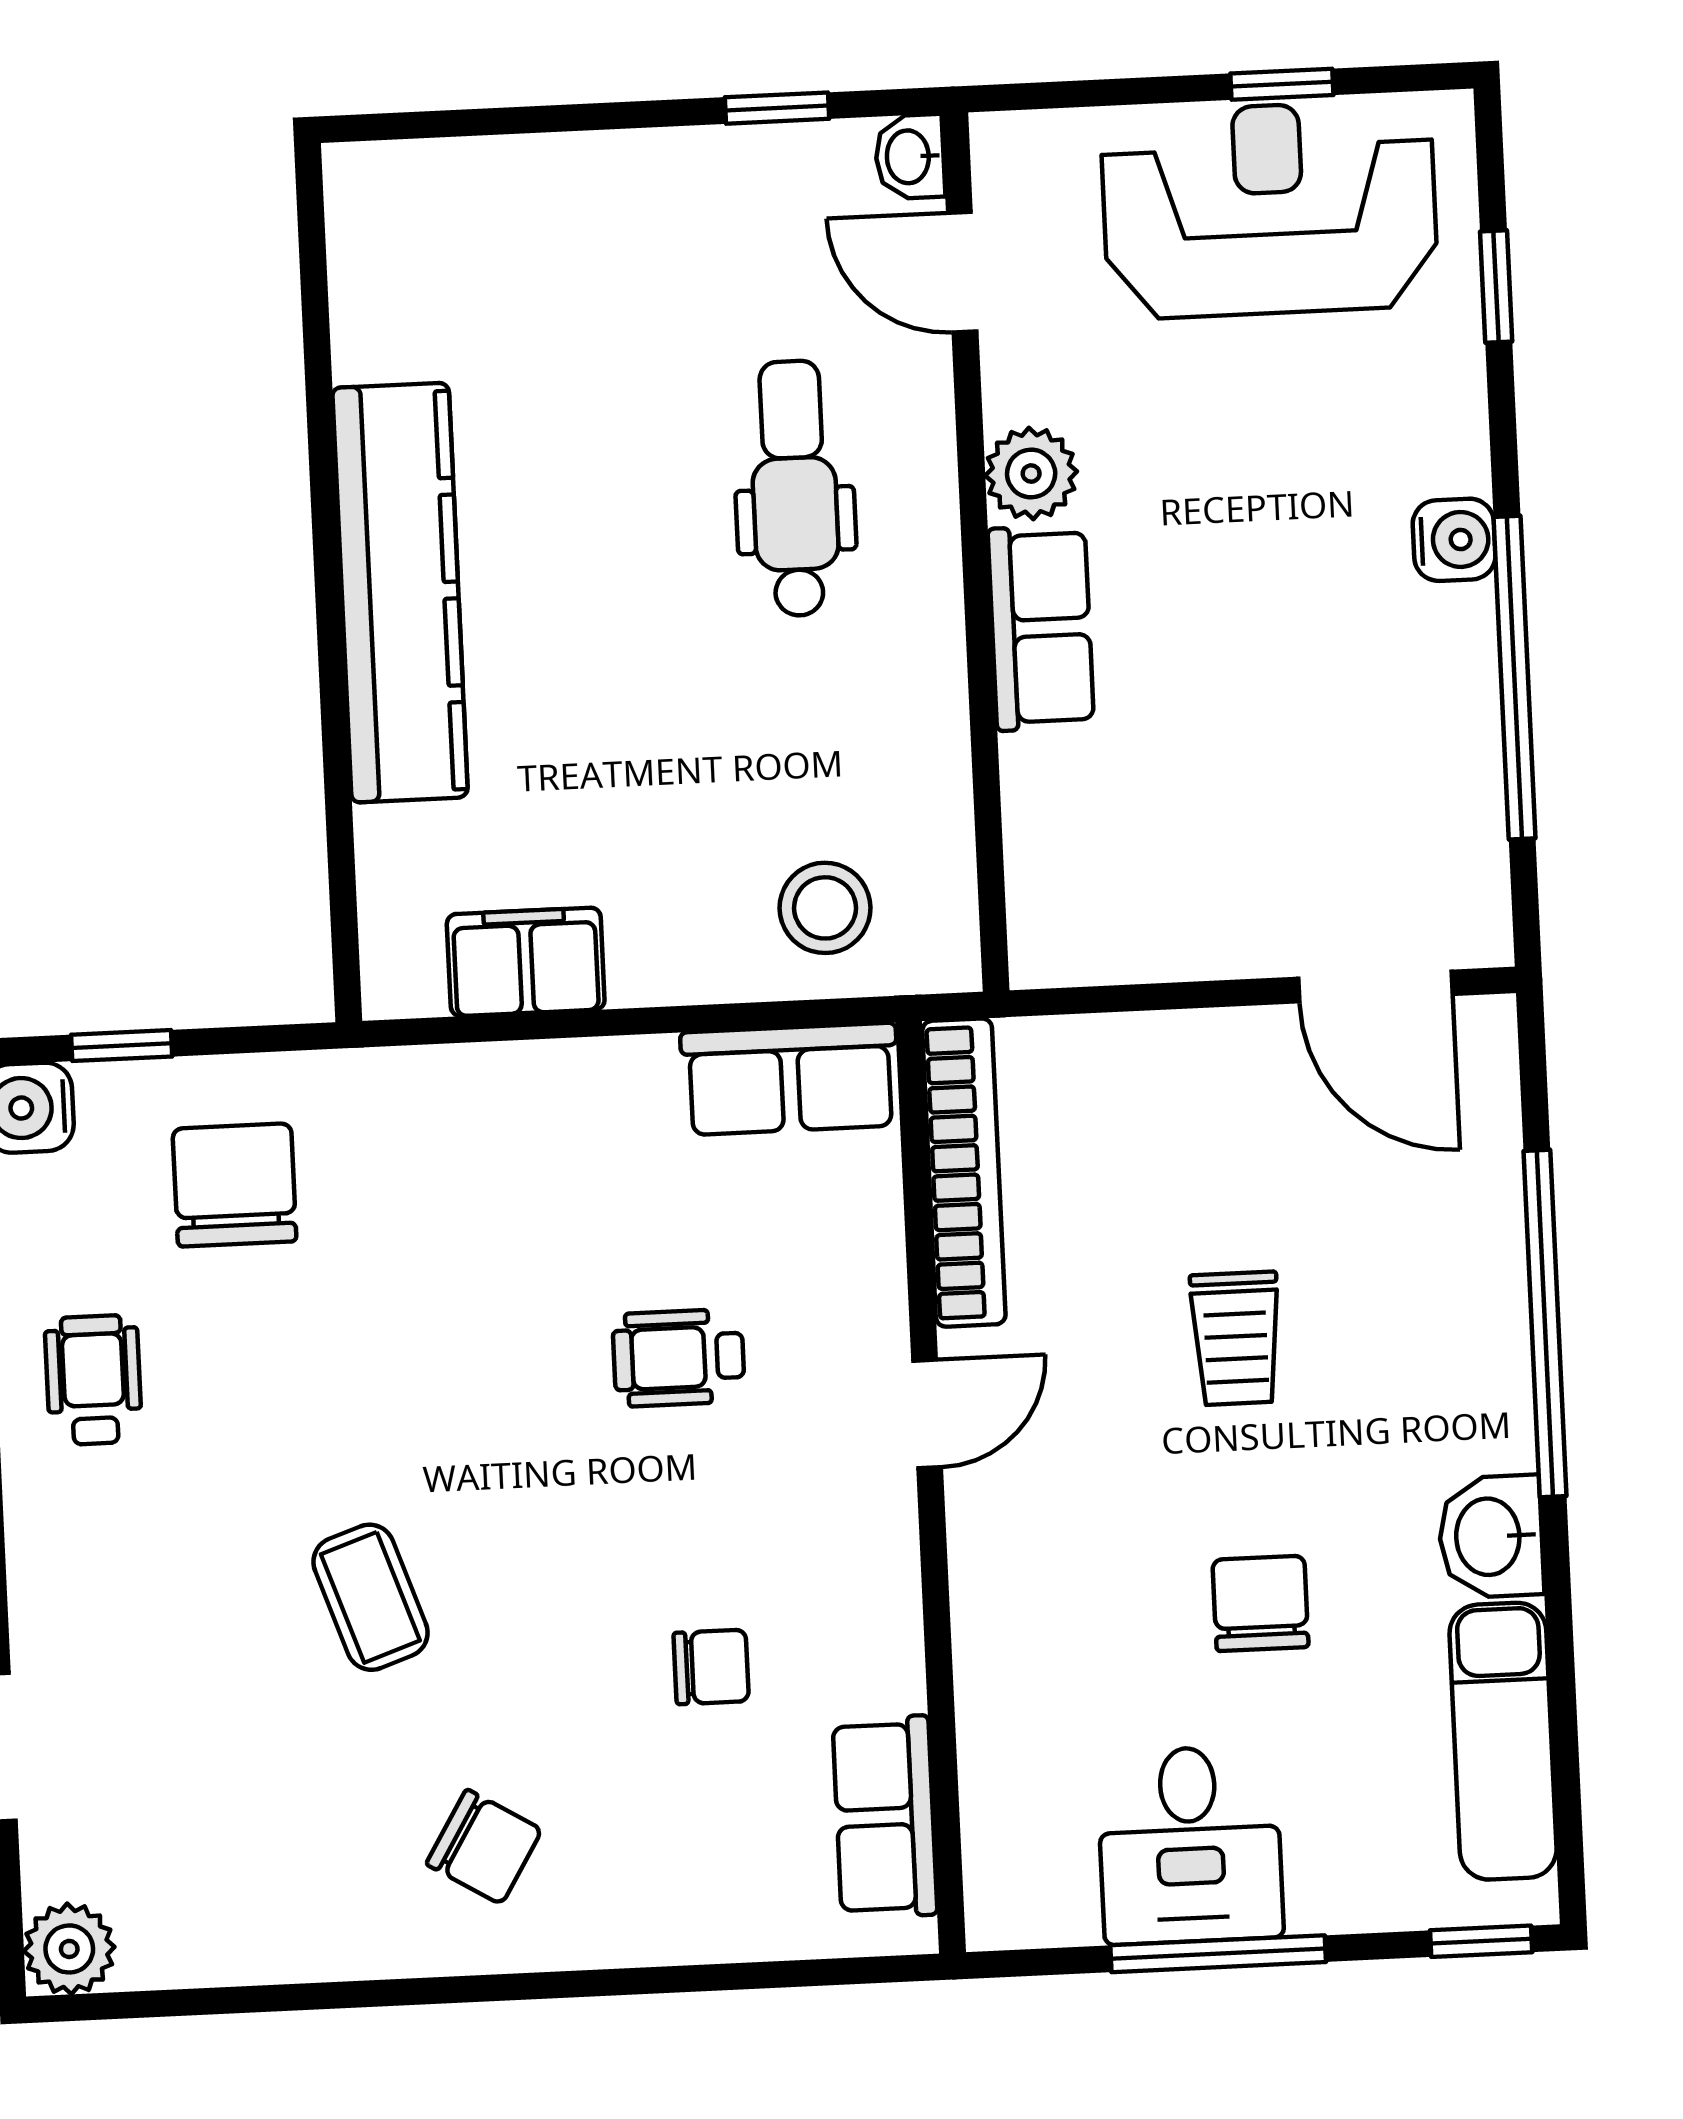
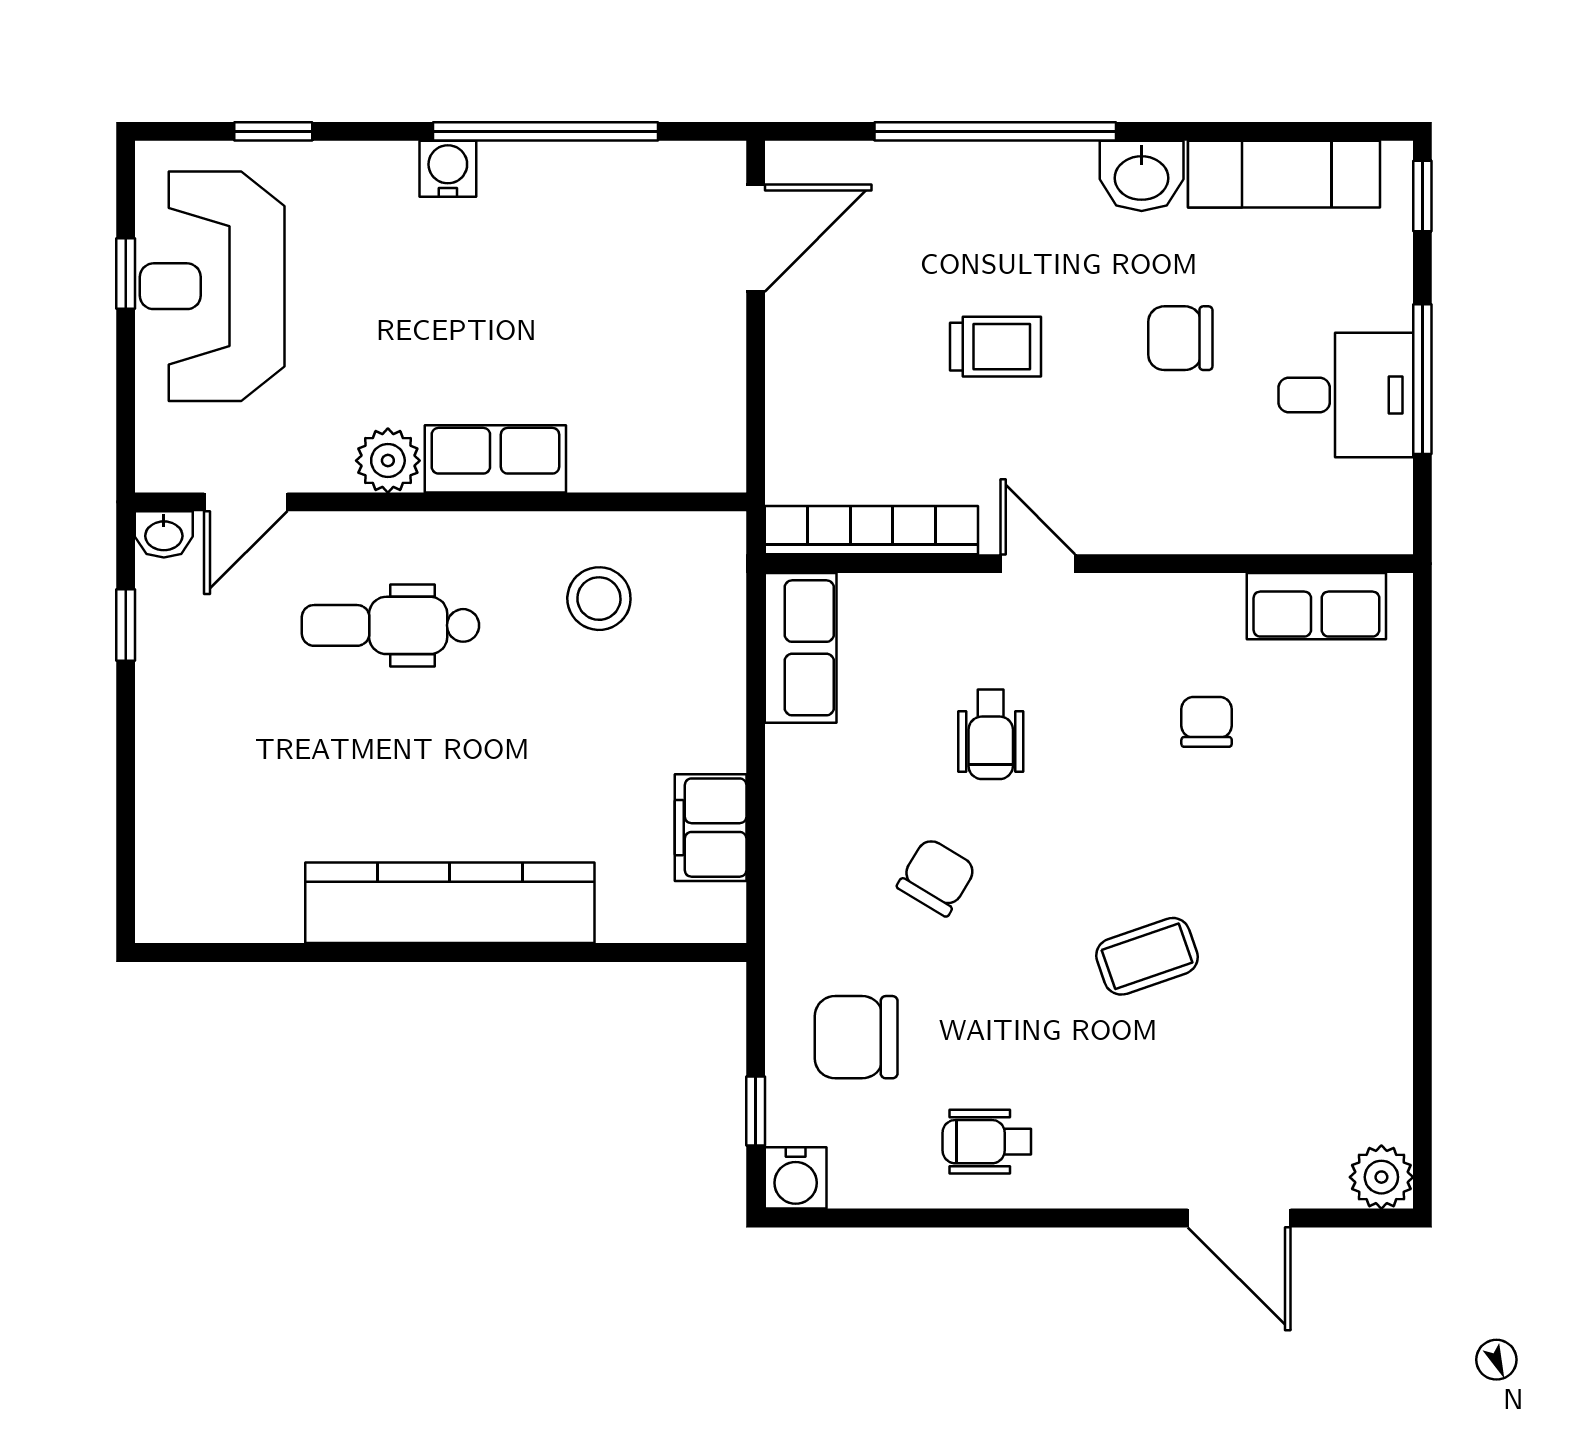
stool: (825, 908) -> (599, 599), moved
chair: (484, 1847) -> (937, 877), moved

